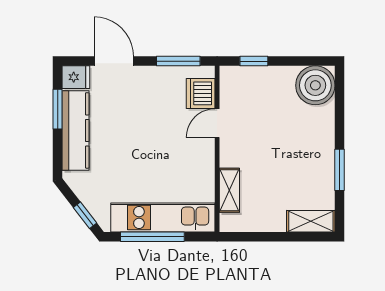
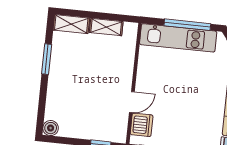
boiler: (315, 85) -> (51, 128), width x0.54, depth x0.54
shelving: (229, 190) -> (106, 27), moved, turned 90

